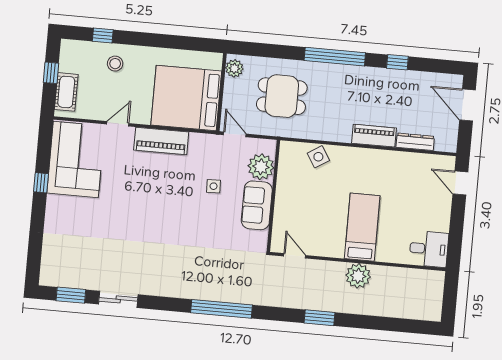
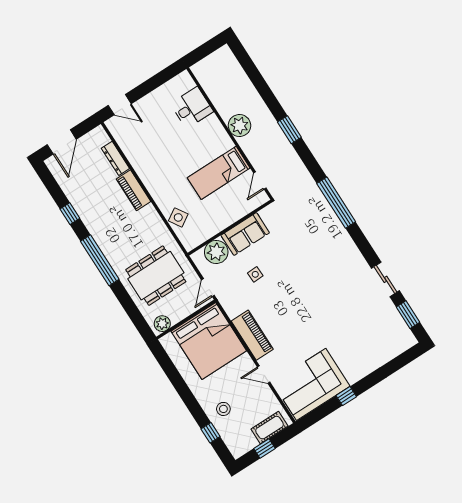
dining table: (282, 96) -> (156, 276), width x1.38
door: (460, 183) -> (120, 105), hinge flipped
bed: (362, 227) -> (219, 173), moved
desk: (429, 249) -> (192, 108), moved, turned 90

